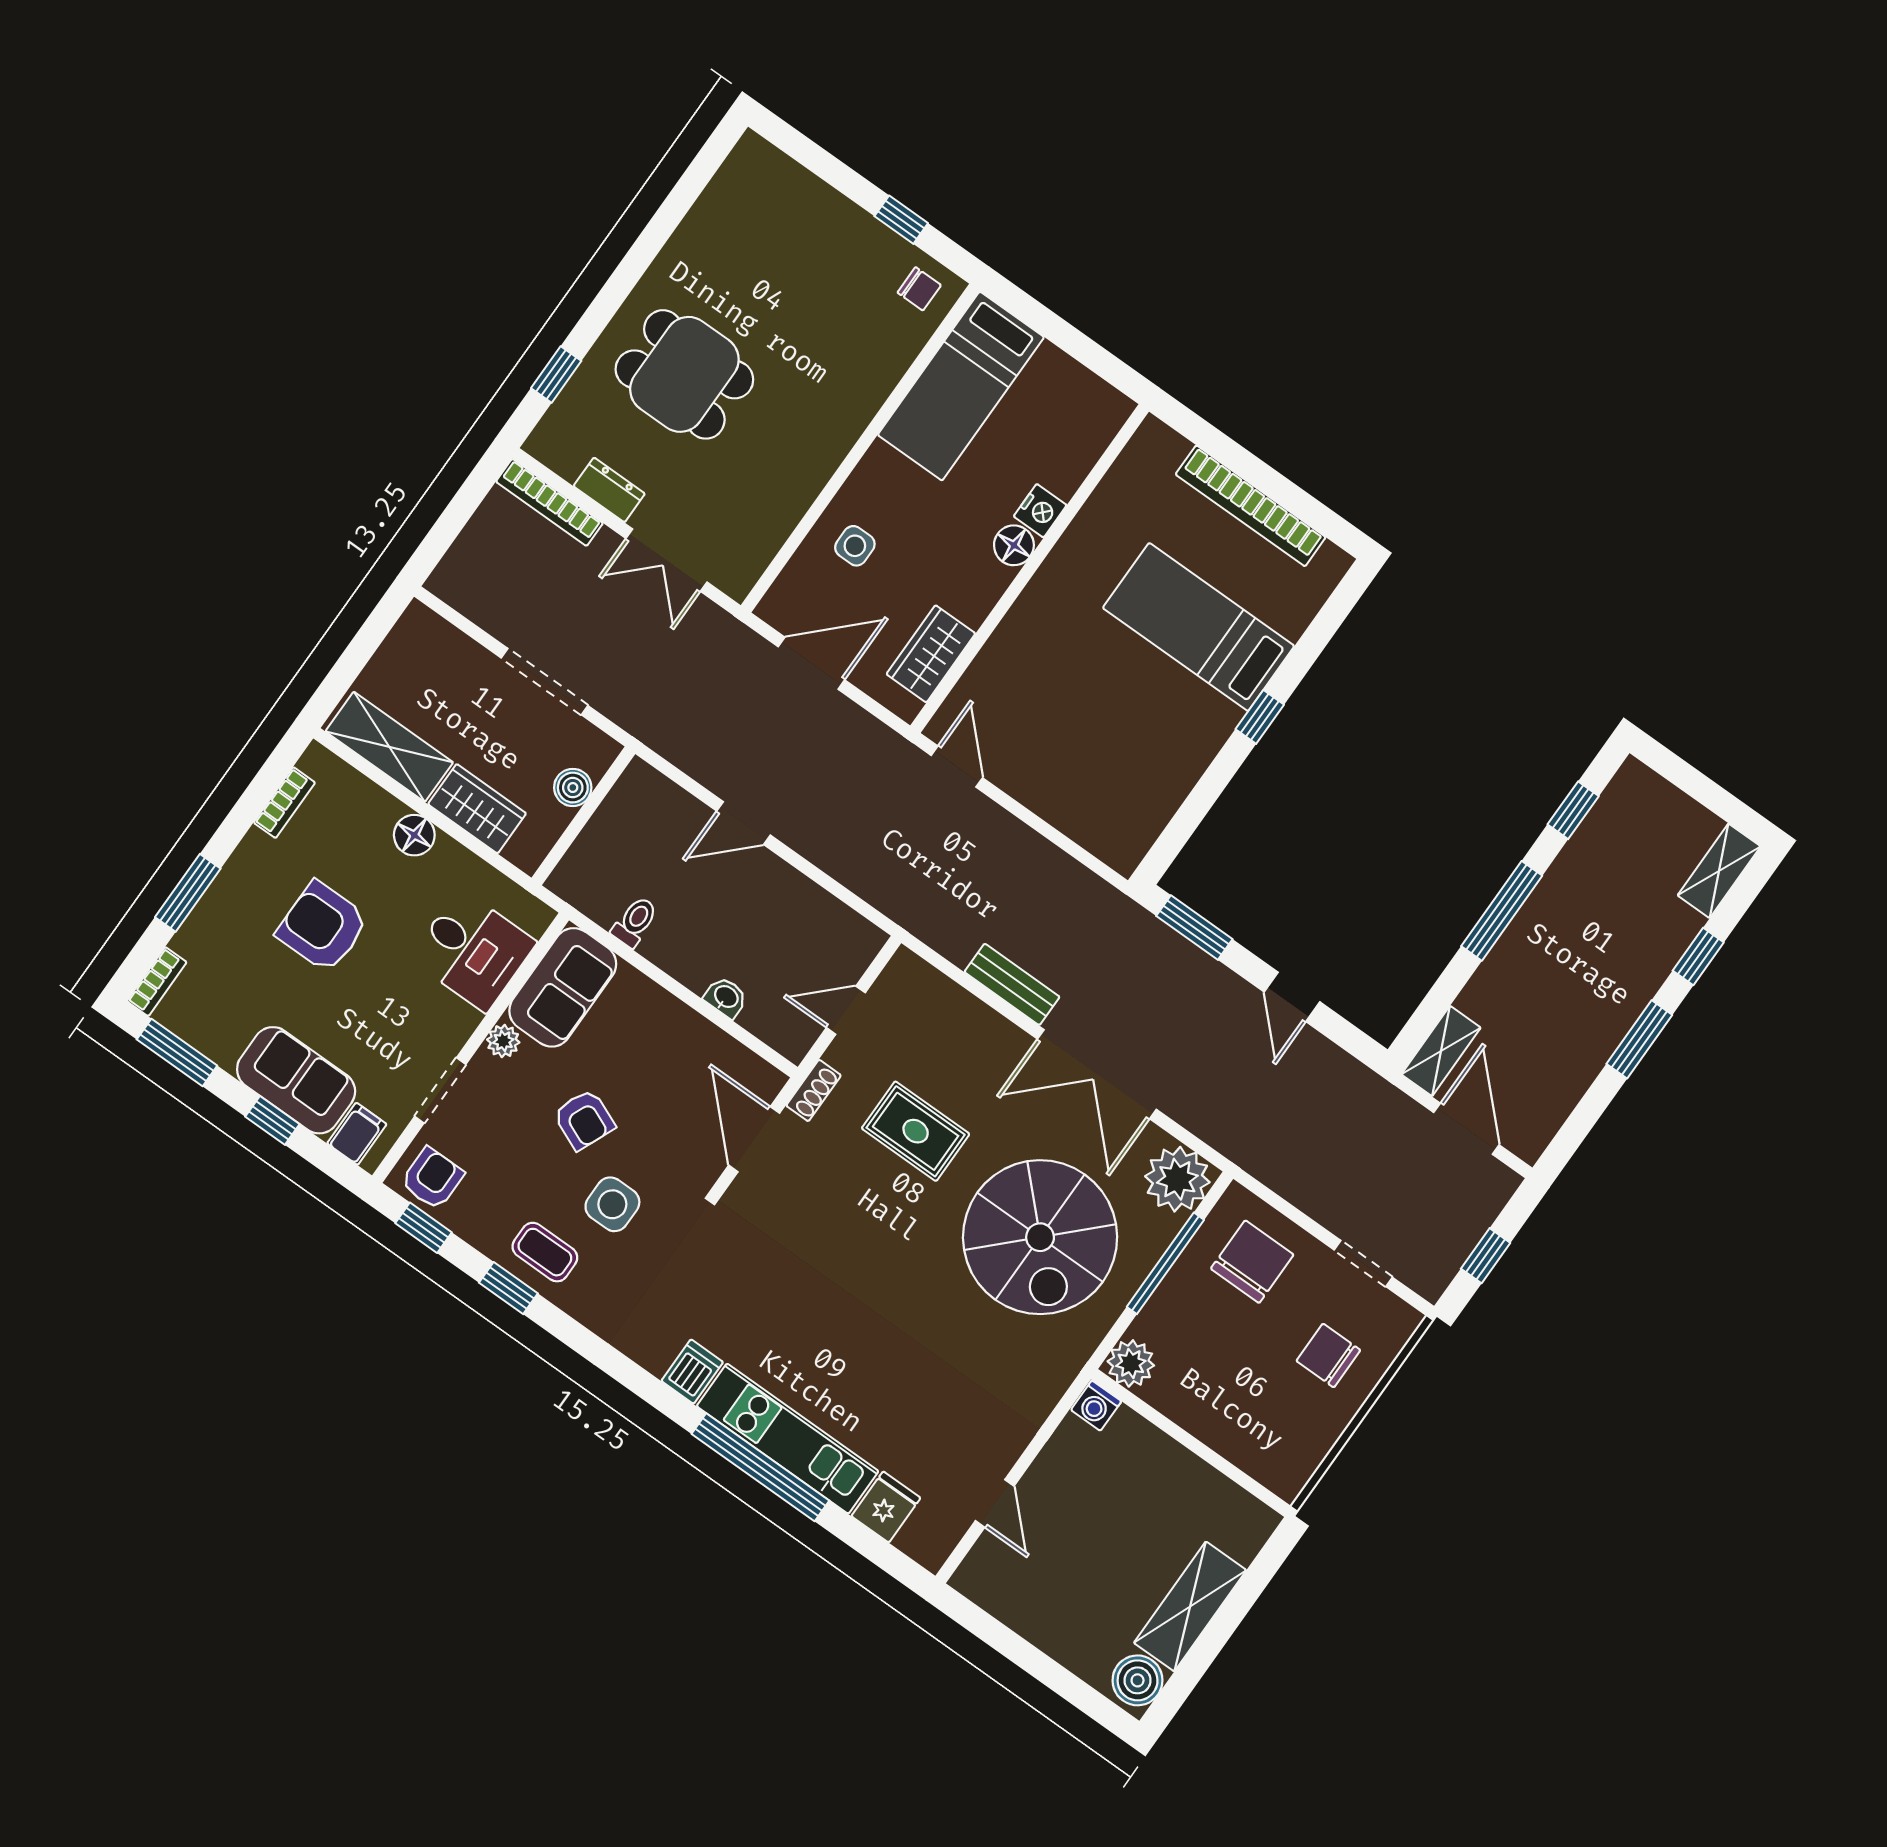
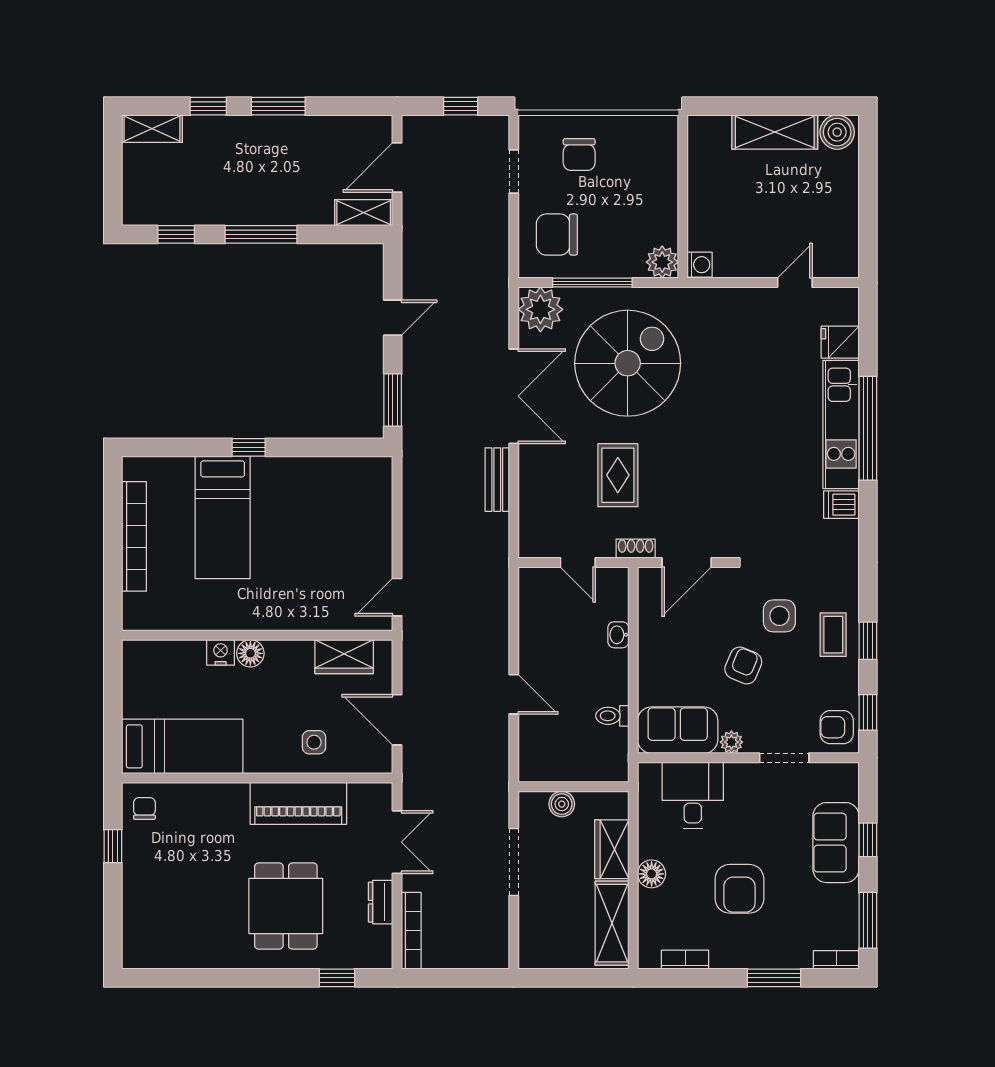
piano: (796, 476) -> (298, 803), added
filing cabinet: (357, 1134) -> (842, 787), removed

